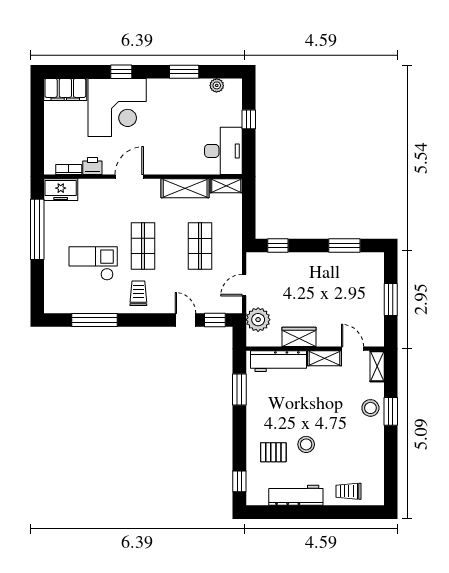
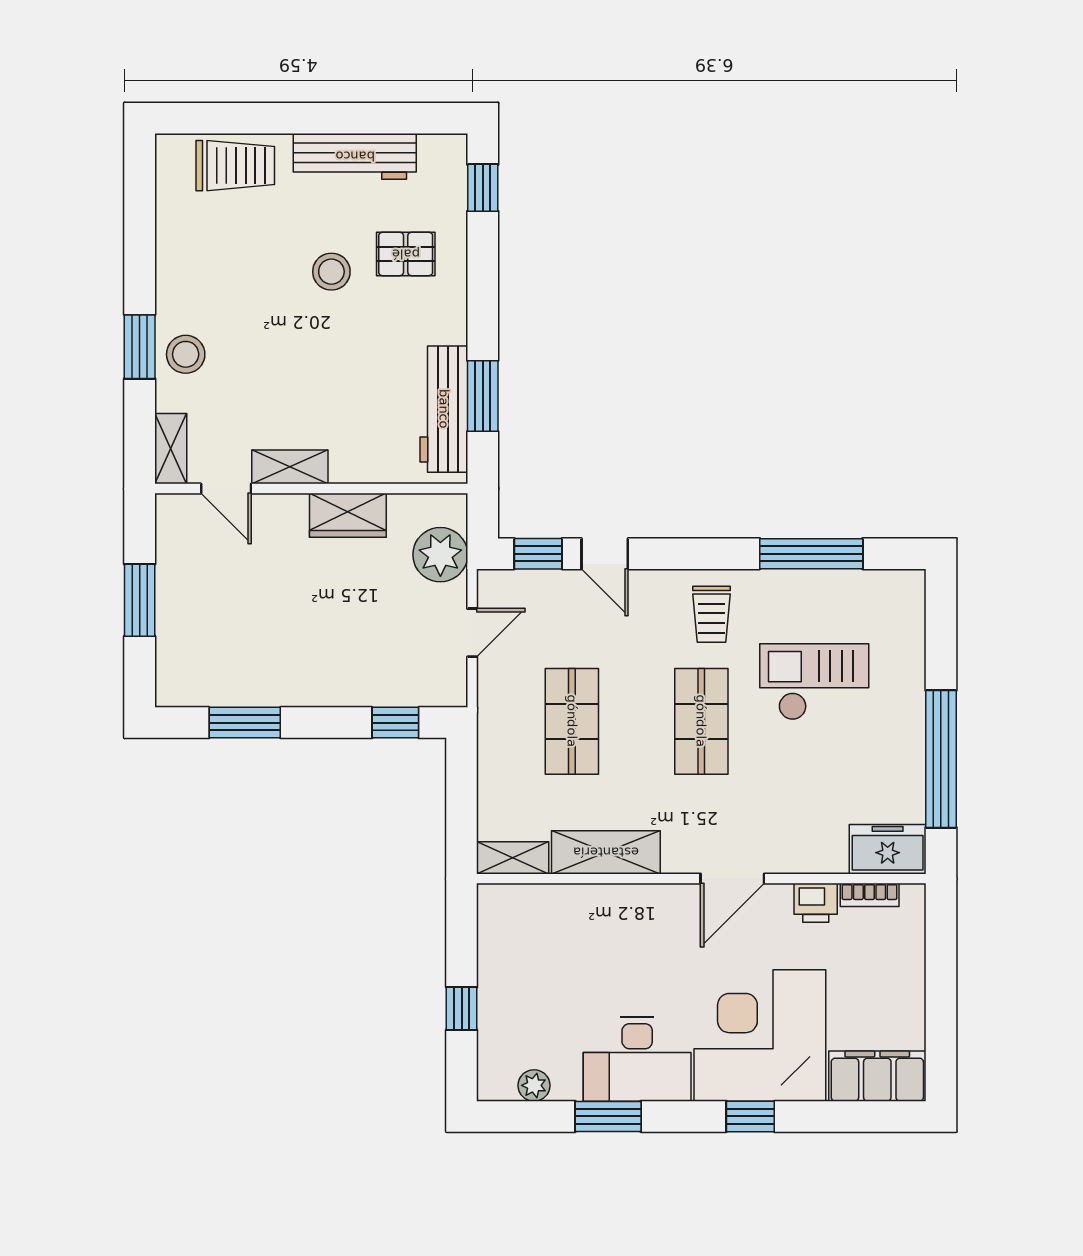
desk: (223, 151) -> (637, 1059), moved, turned -90
checkout: (93, 263) -> (814, 682), turned 180
workbench: (279, 361) -> (444, 409), moved, turned -90
trolley: (349, 491) -> (235, 166), width x1.36, depth x1.39

